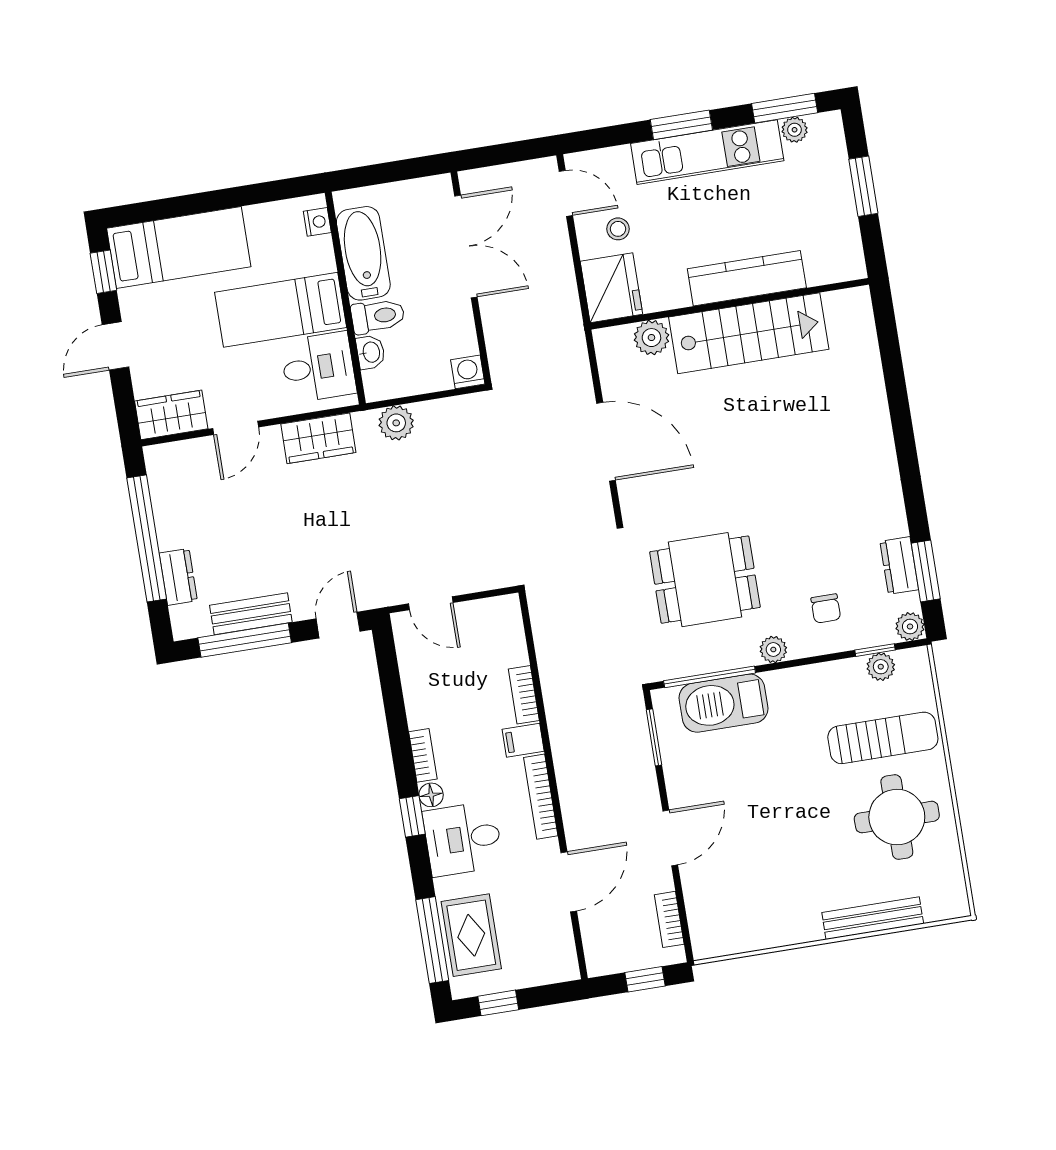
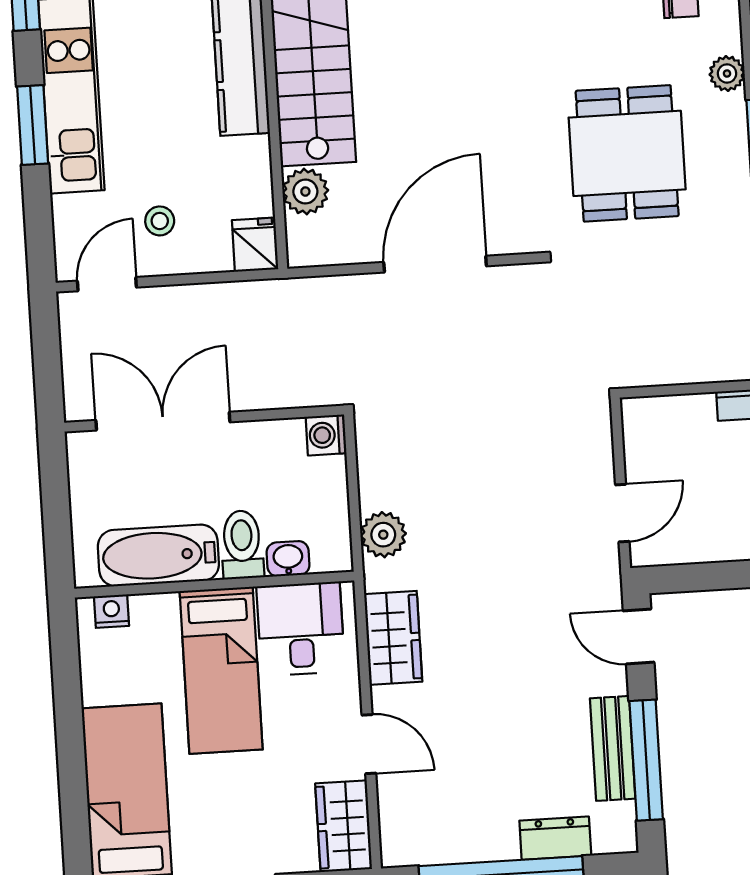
fridge: (611, 288) -> (255, 245), width x0.53, depth x0.75

